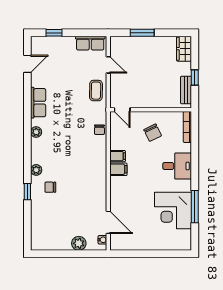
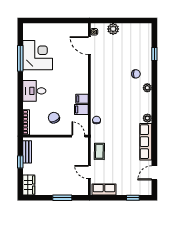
row of seats: (38, 103) -> (146, 142), width x1.48
filing cabinet: (118, 169) -> (81, 109), moved
window: (27, 192) -> (154, 54), moved

